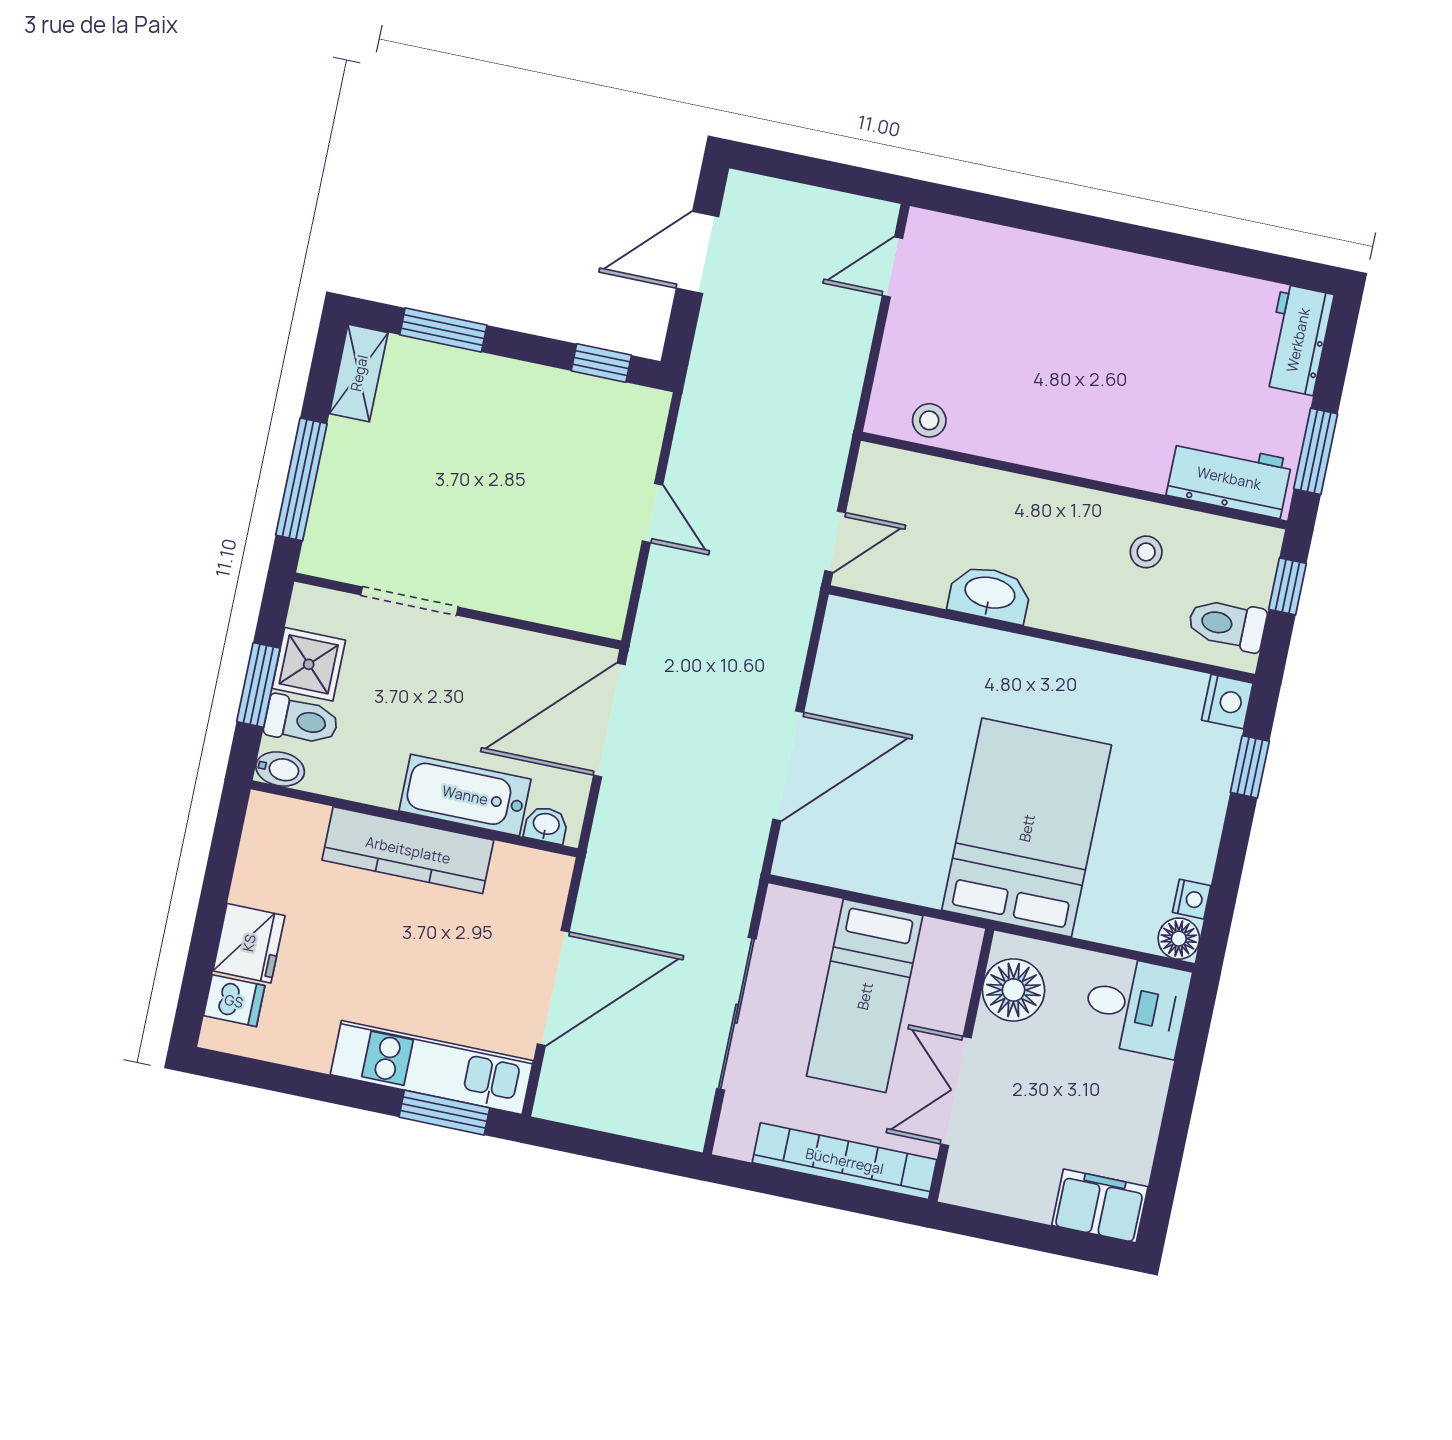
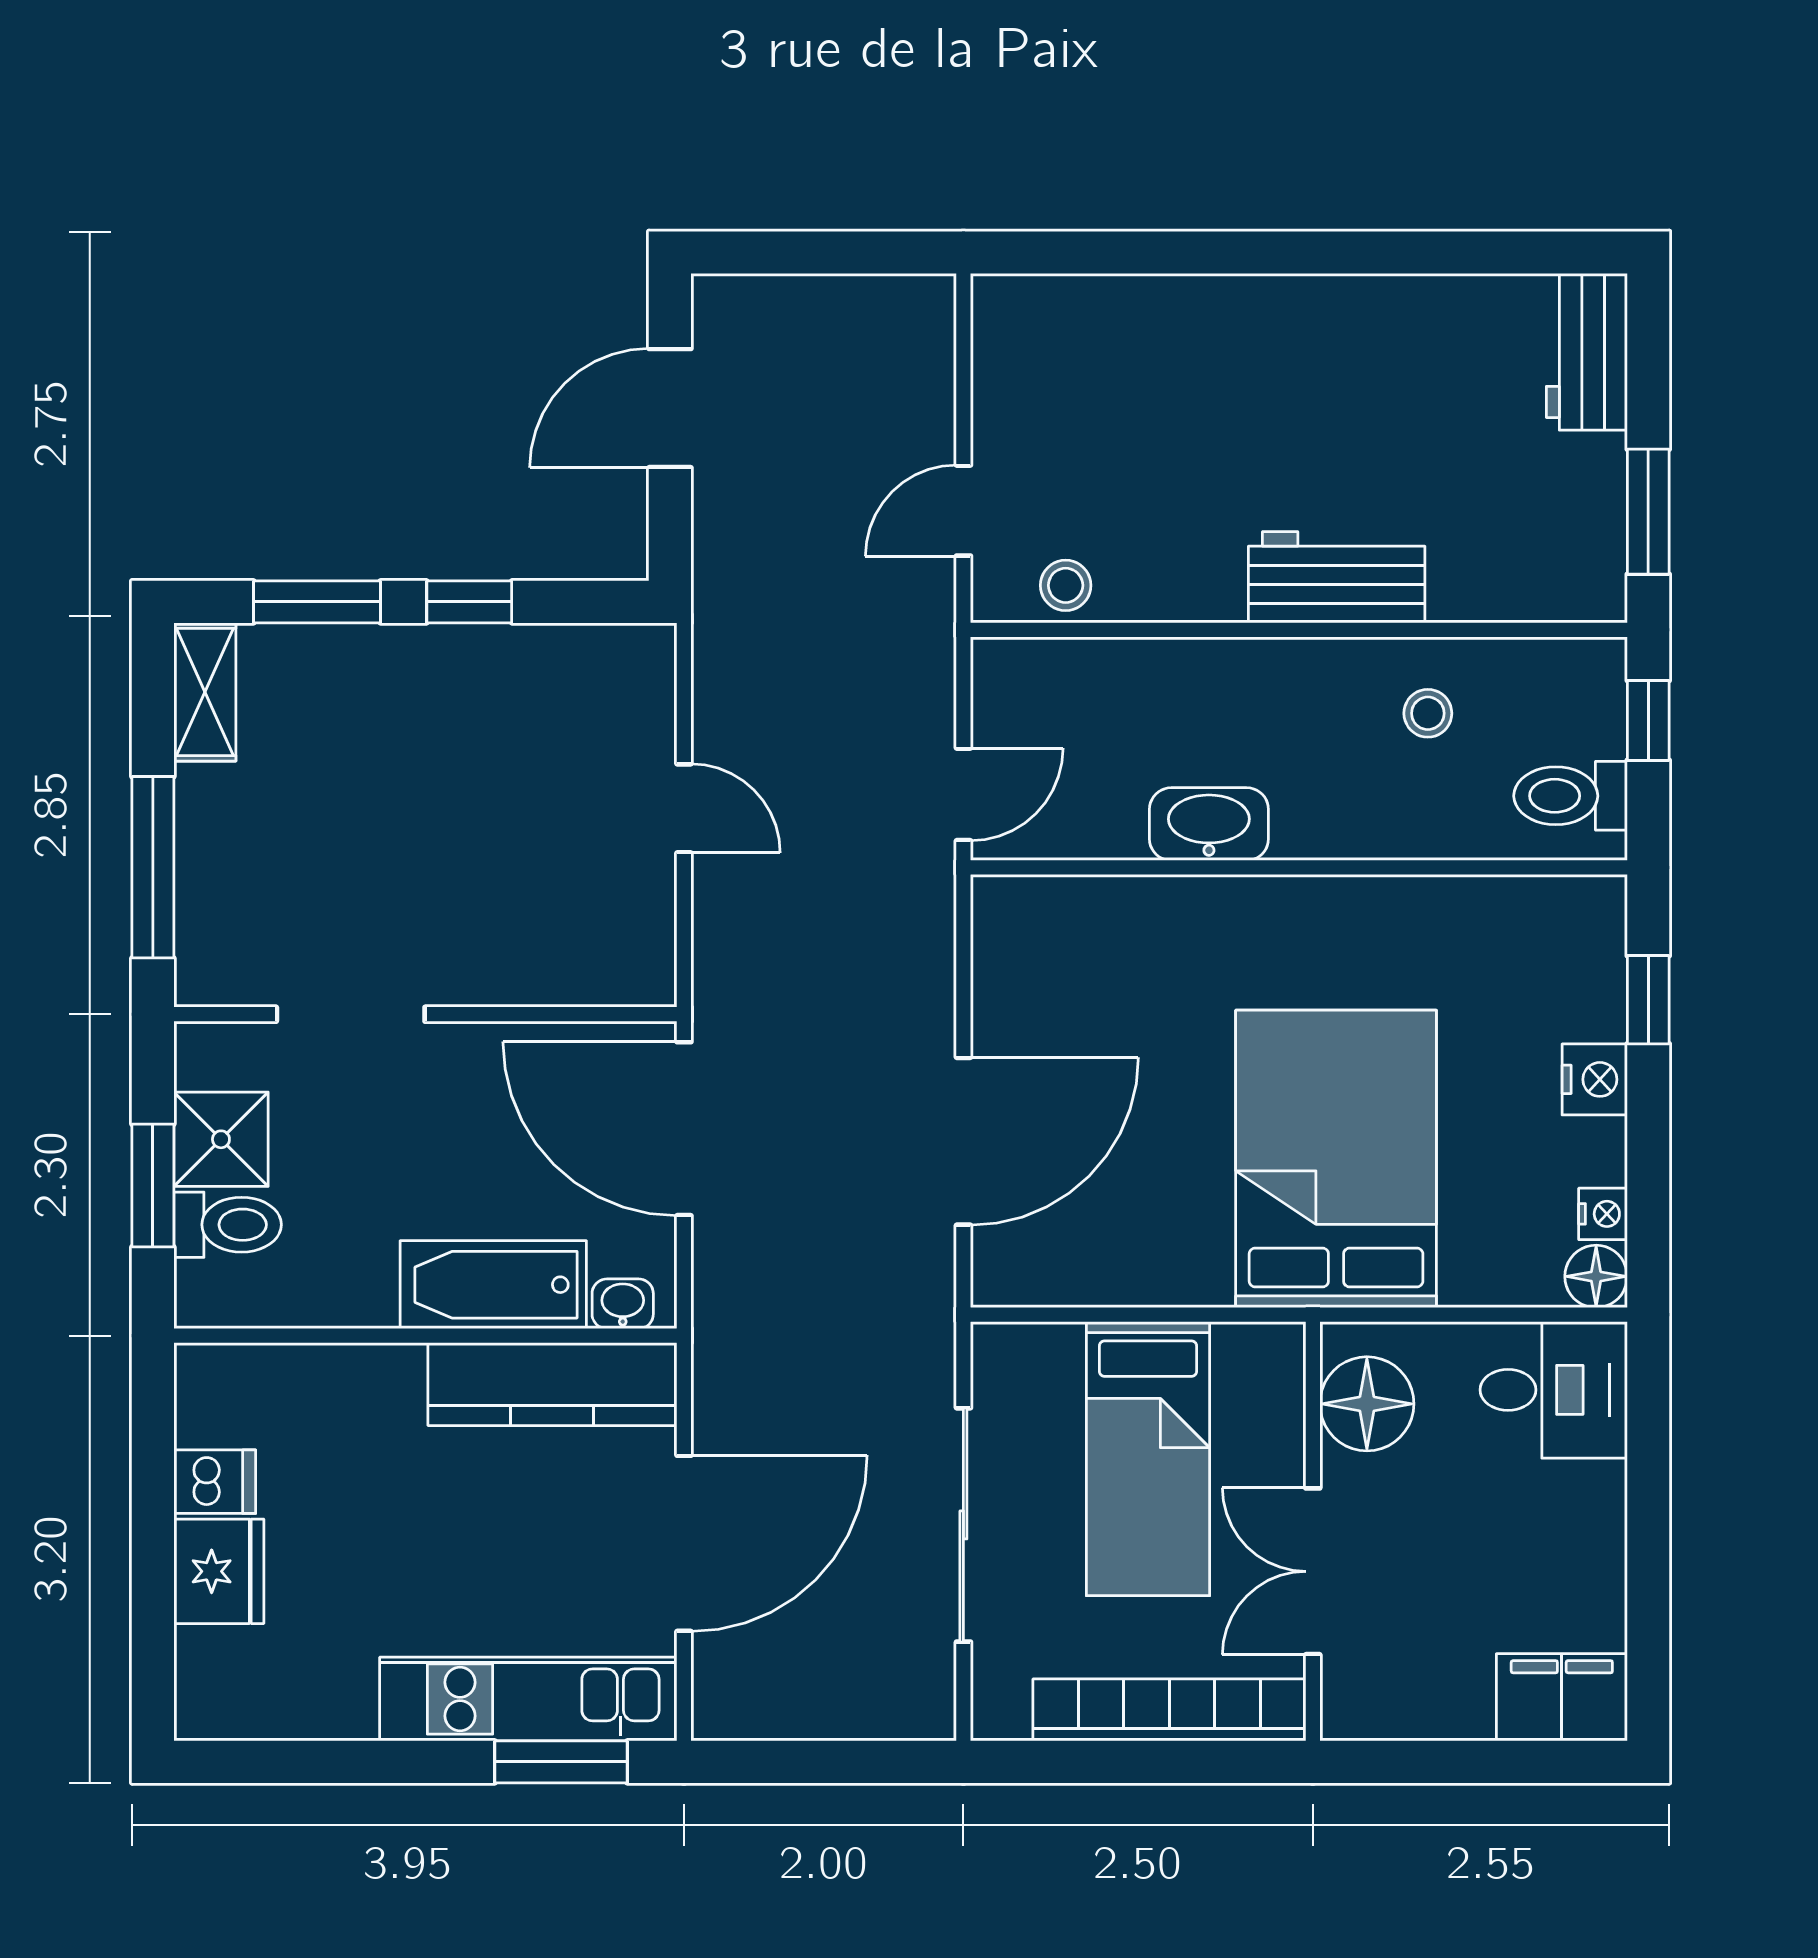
door: (892, 267) -> (963, 511), moved
window: (601, 363) -> (469, 602), moved
workbench: (1229, 478) -> (1337, 577), moved
nightstand: (1227, 702) -> (1595, 1079), moved
door: (609, 720) -> (684, 1129), hinge flipped
bidet: (280, 769) -> (211, 1303), removed
kitchen counter: (408, 850) -> (552, 1384), moved
dishwasher: (234, 1001) -> (215, 1482), moved

